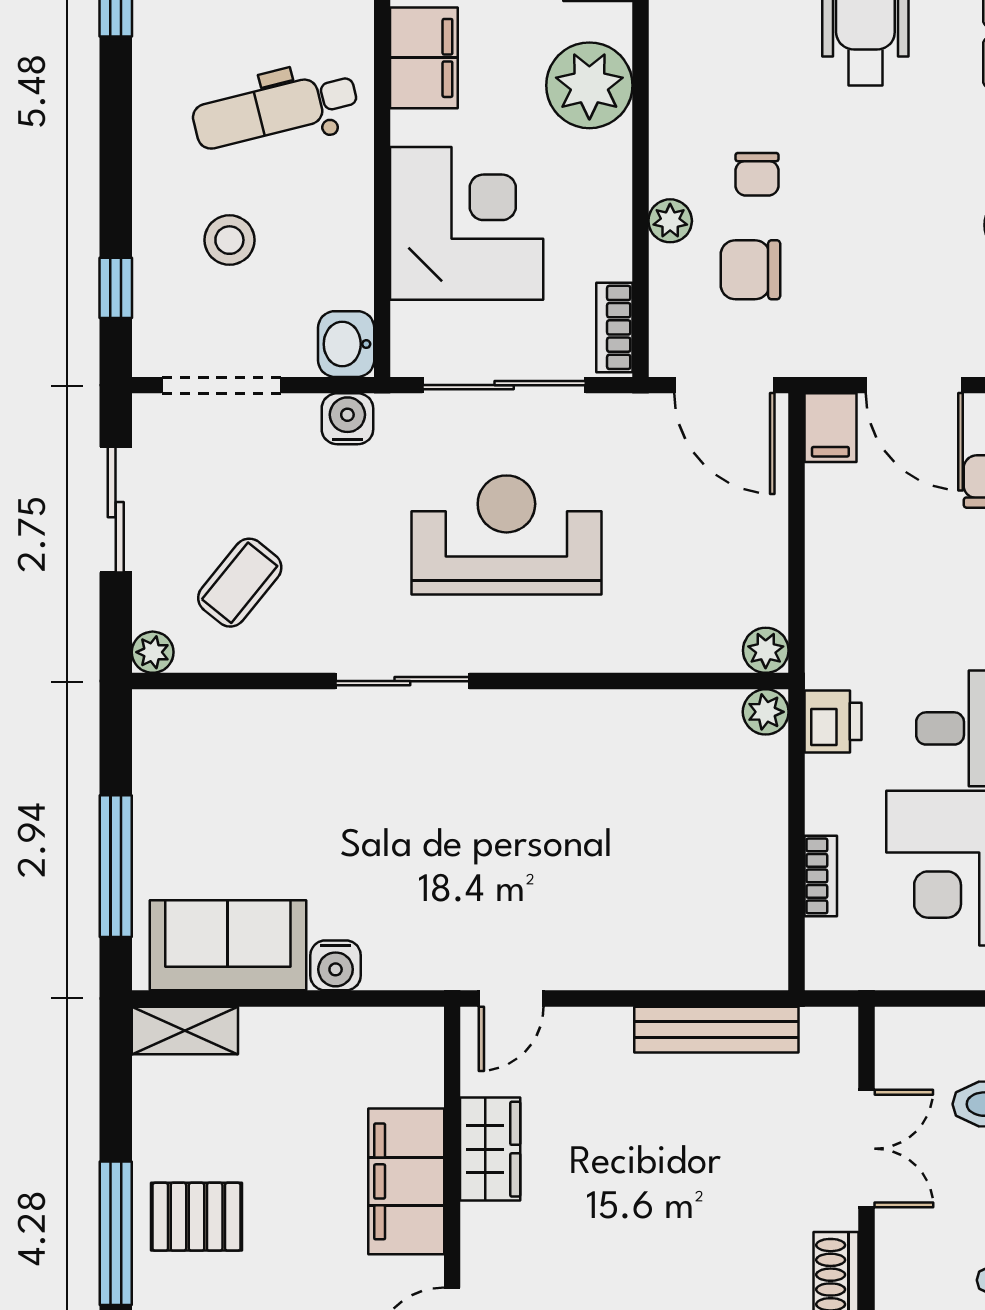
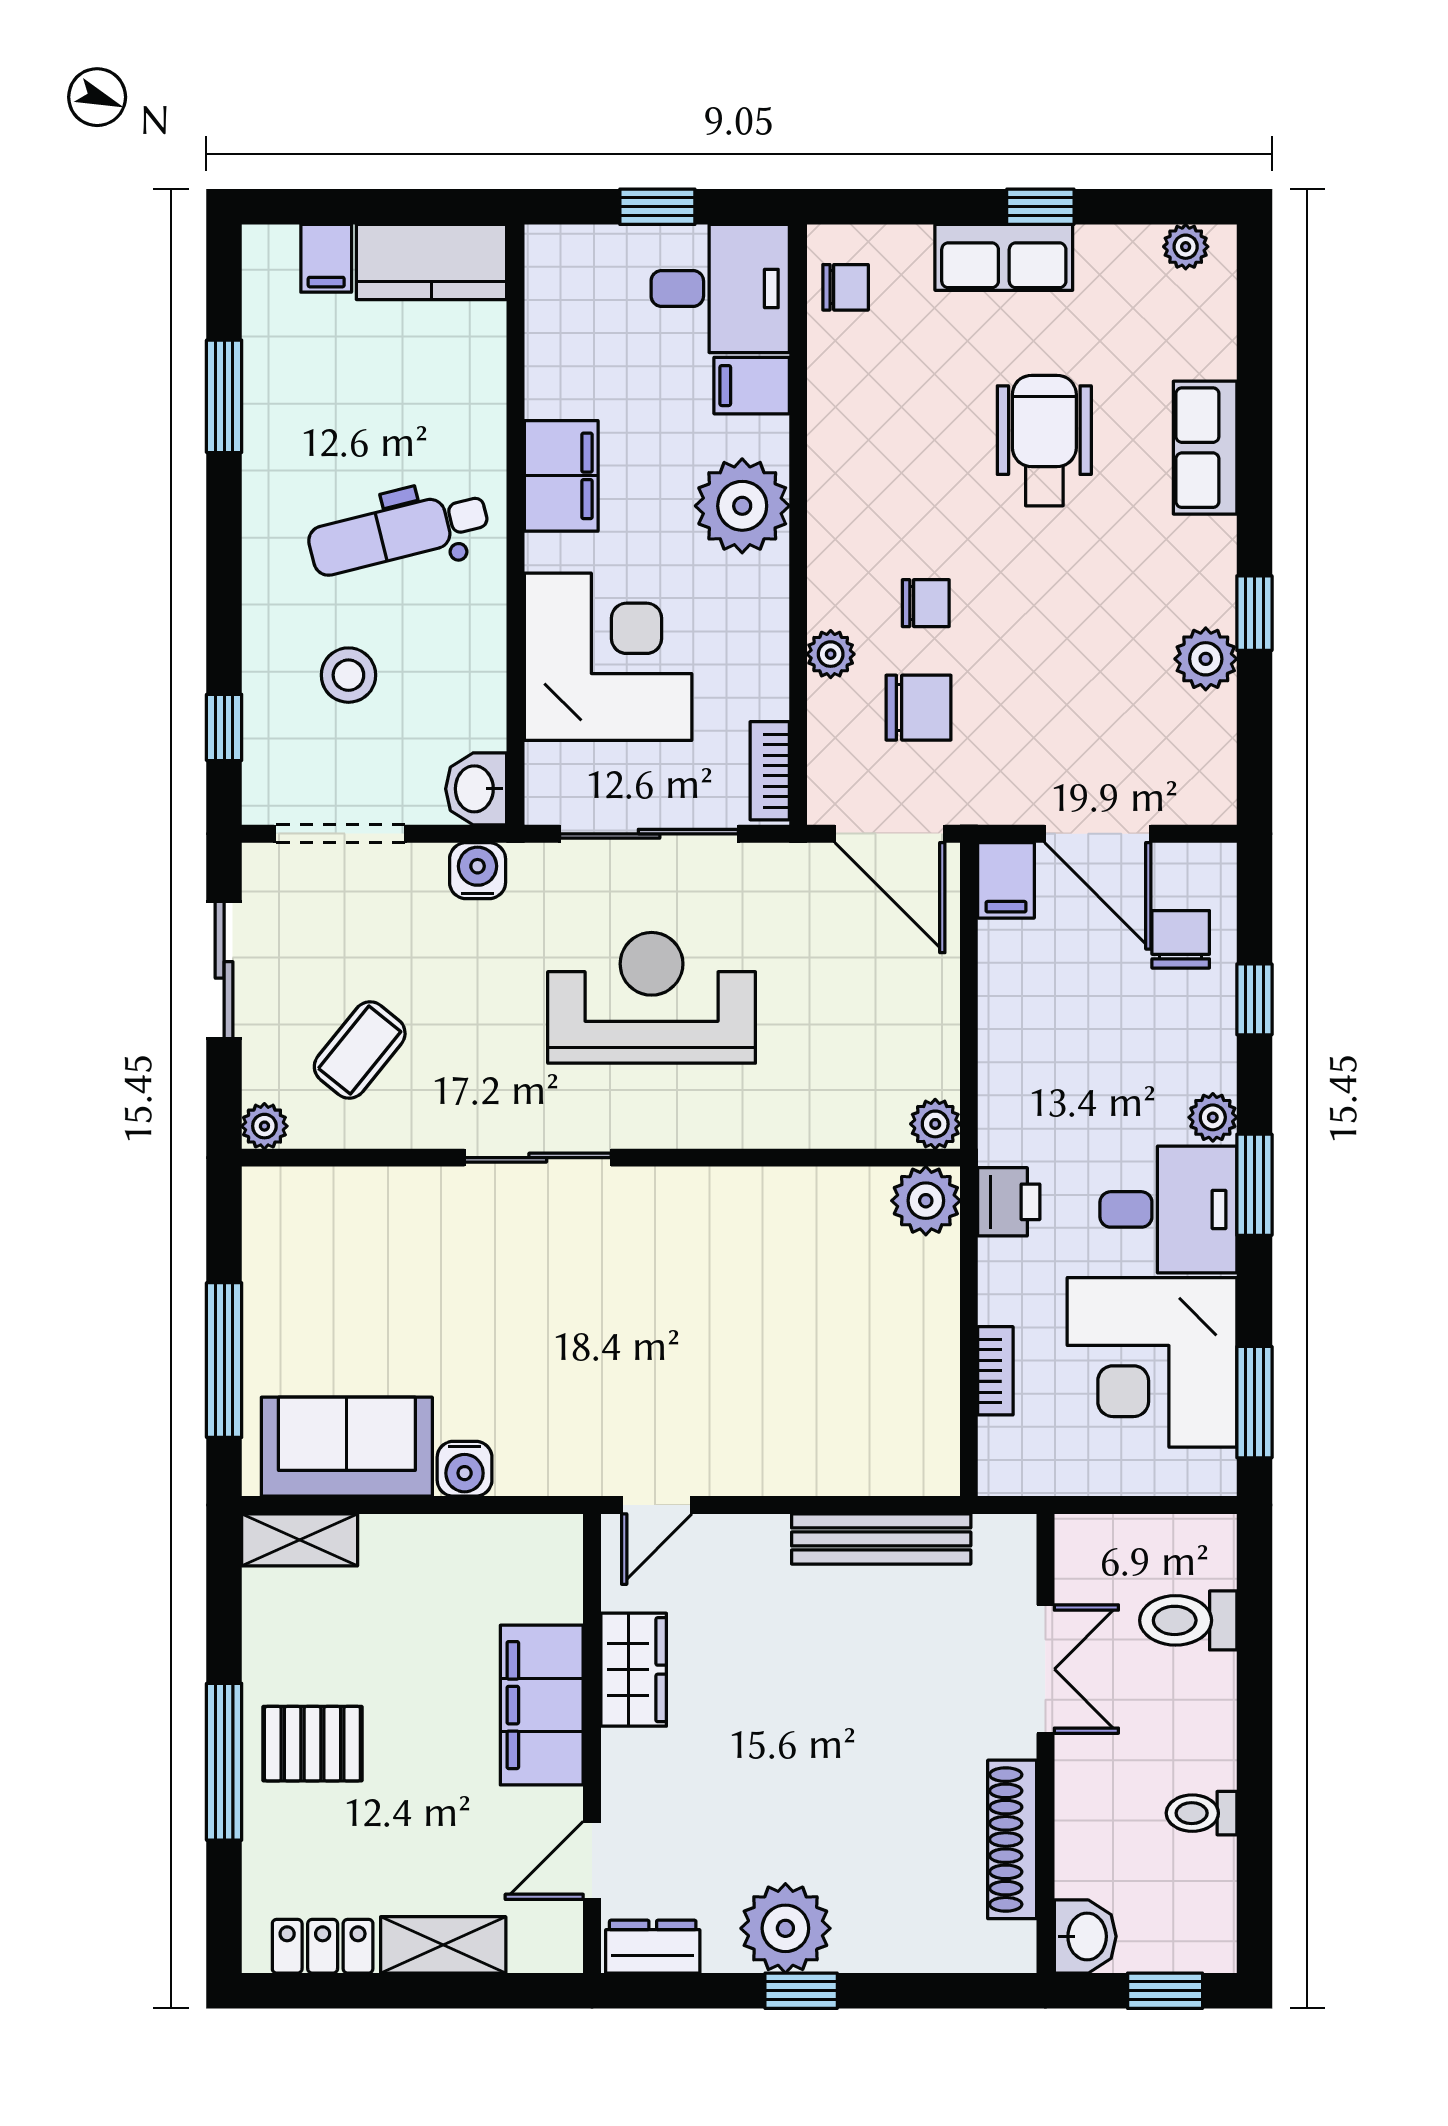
chair: (757, 174) -> (926, 603), turned -90
chair: (750, 270) -> (918, 708), turned 180
plant: (766, 712) -> (926, 1201), width x1.38, depth x1.38

